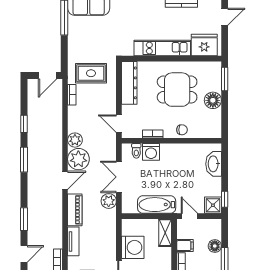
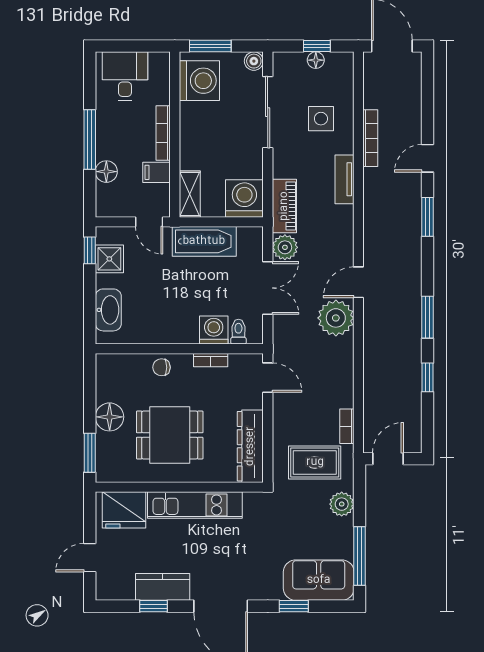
plant: (75, 140) -> (342, 504), moved
shower: (213, 205) -> (109, 259), moved
piano: (75, 210) -> (284, 206), moved, turned 180
washing machine: (133, 247) -> (244, 198), moved, turned 90

